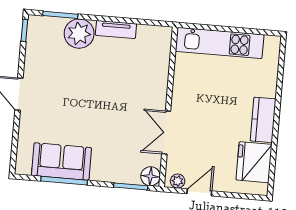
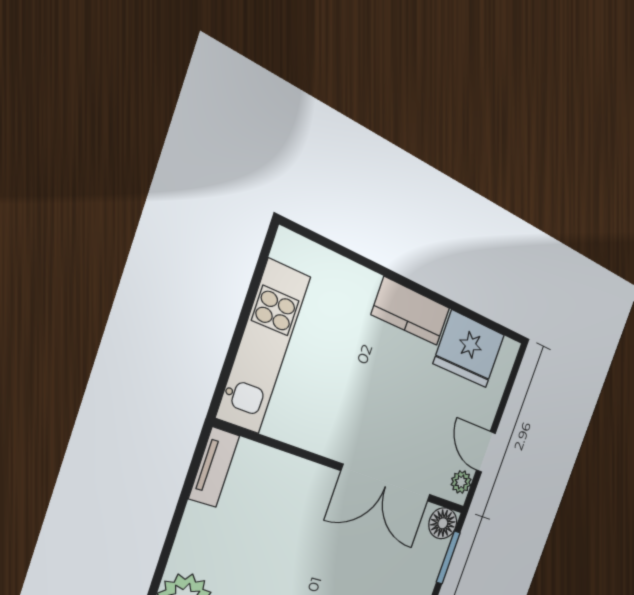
tv unit: (116, 29) -> (214, 467), moved
double door: (166, 133) -> (387, 483), width x1.37

